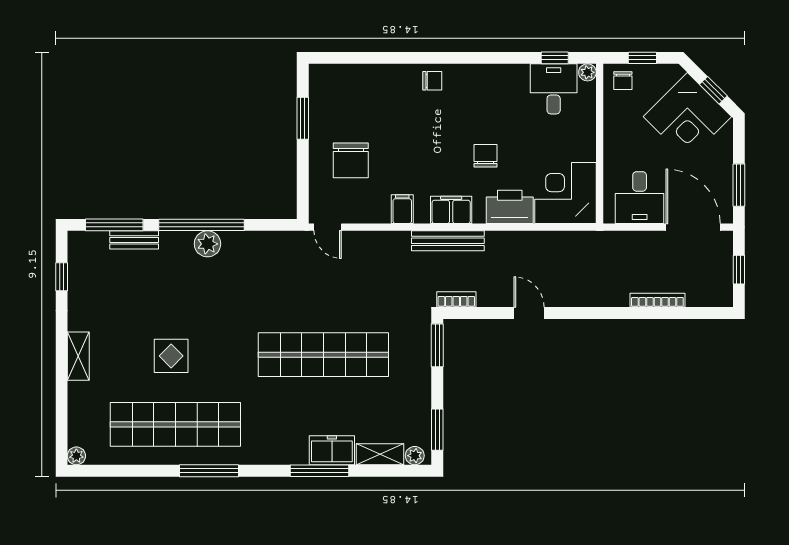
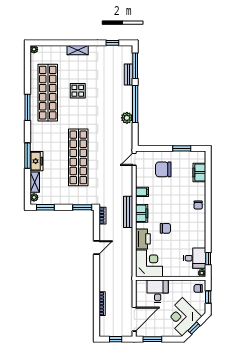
filing cabinet: (358, 78) -> (199, 172), added
desk: (640, 198) -> (158, 291), moved, turned 90
plant: (207, 244) -> (127, 118), moved

